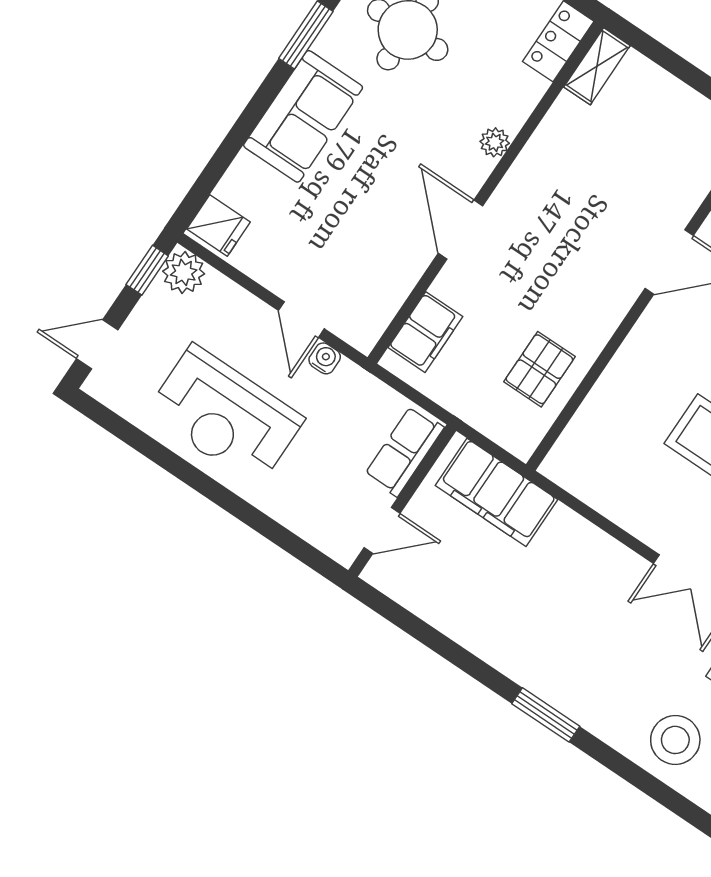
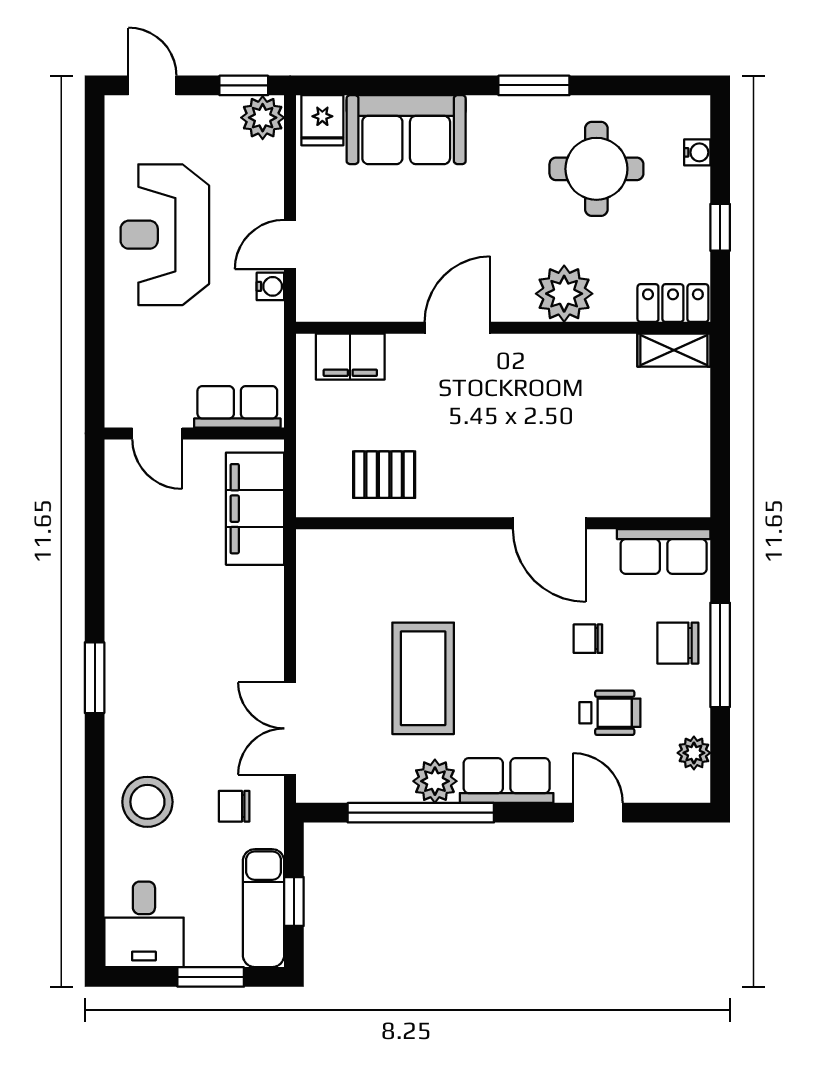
sofa: (303, 116) -> (406, 130), moved
plant: (495, 142) -> (564, 294), width x1.87, depth x1.87

